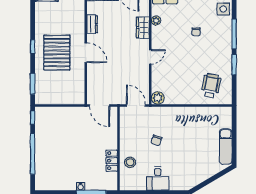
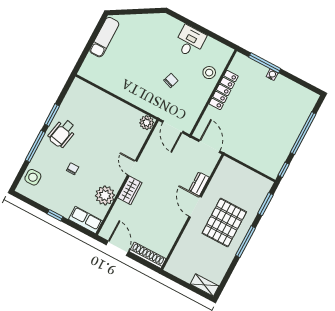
plant: (156, 21) -> (105, 195), width x1.88, depth x1.88
dresser: (92, 24) -> (199, 184), moved
wardrobe: (143, 28) -> (130, 190), moved
window: (33, 47) -> (245, 242), width x2.17
door: (150, 57) -> (132, 168), hinge flipped
wheelchair: (211, 86) -> (62, 133), moved
locker: (112, 161) -> (224, 90), width x1.53

